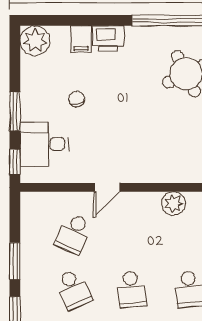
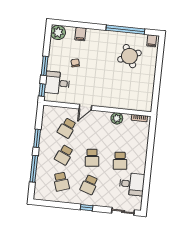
printer: (108, 38) -> (94, 35), removed
school desk: (74, 289) -> (64, 155), turned 48

